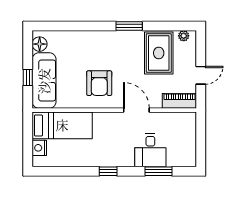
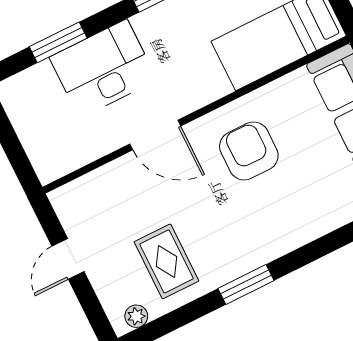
rug: (159, 53) -> (166, 261), width x0.73, depth x0.70
piano: (179, 101) -> (84, 192), removed
desk: (150, 150) -> (103, 69), width x1.37

